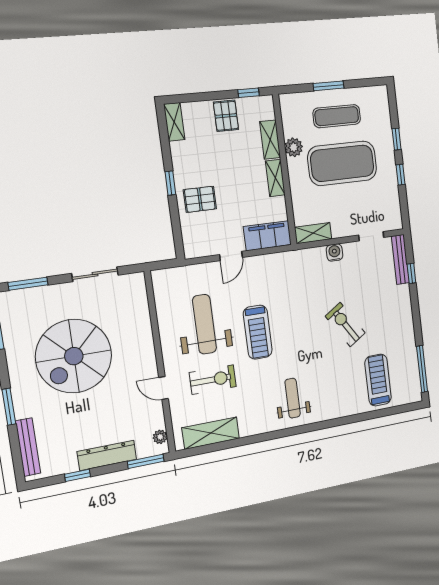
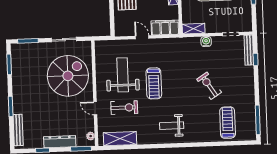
door: (231, 256) -> (142, 37), swing flipped
spiral stairs: (74, 356) -> (68, 76), moved, turned 180
weight bench: (293, 398) -> (172, 126), turned -90

